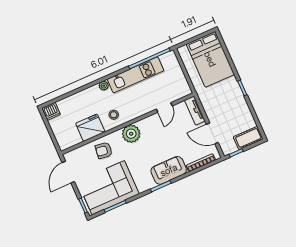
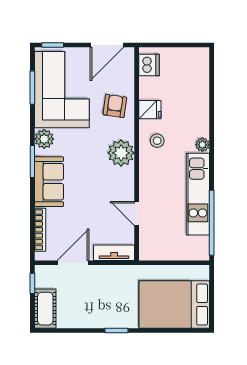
dishwasher: (51, 111) -> (149, 65), moved, turned 180
fridge: (90, 128) -> (150, 110), width x0.53, depth x0.75
door: (68, 172) -> (107, 45), swing flipped
plant: (144, 185) -> (44, 139), added

